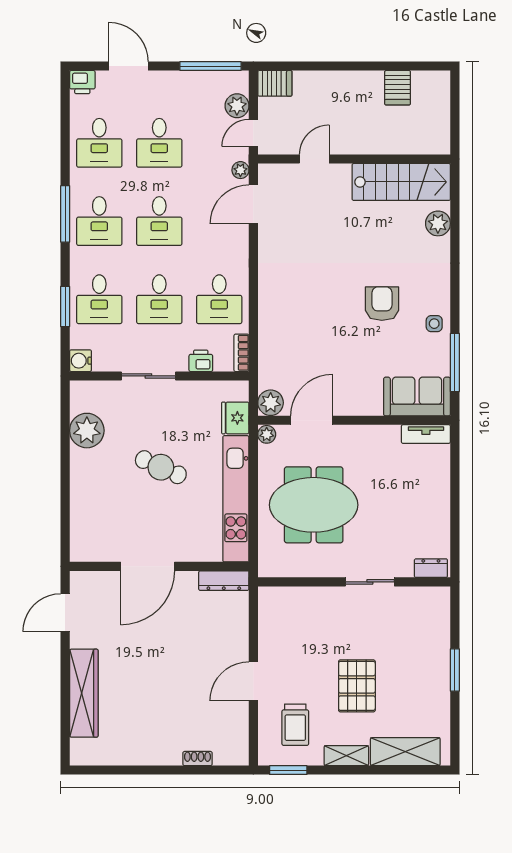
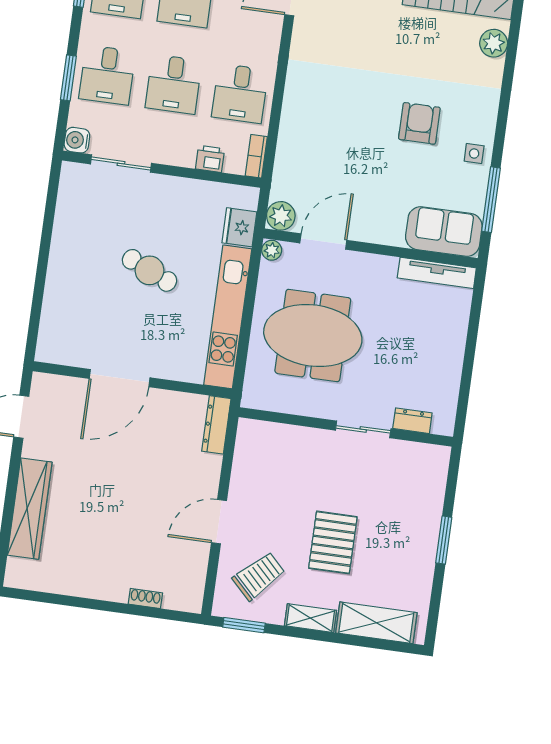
sliding door: (148, 376) -> (121, 164), moved
plant: (87, 431) -> (73, 218), removed
tv unit: (426, 434) -> (437, 273), width x1.41
dresser: (431, 568) -> (412, 421), moved
dresser: (224, 581) -> (216, 425), moved, turned 90
trolley: (295, 725) -> (259, 576), turned -135

